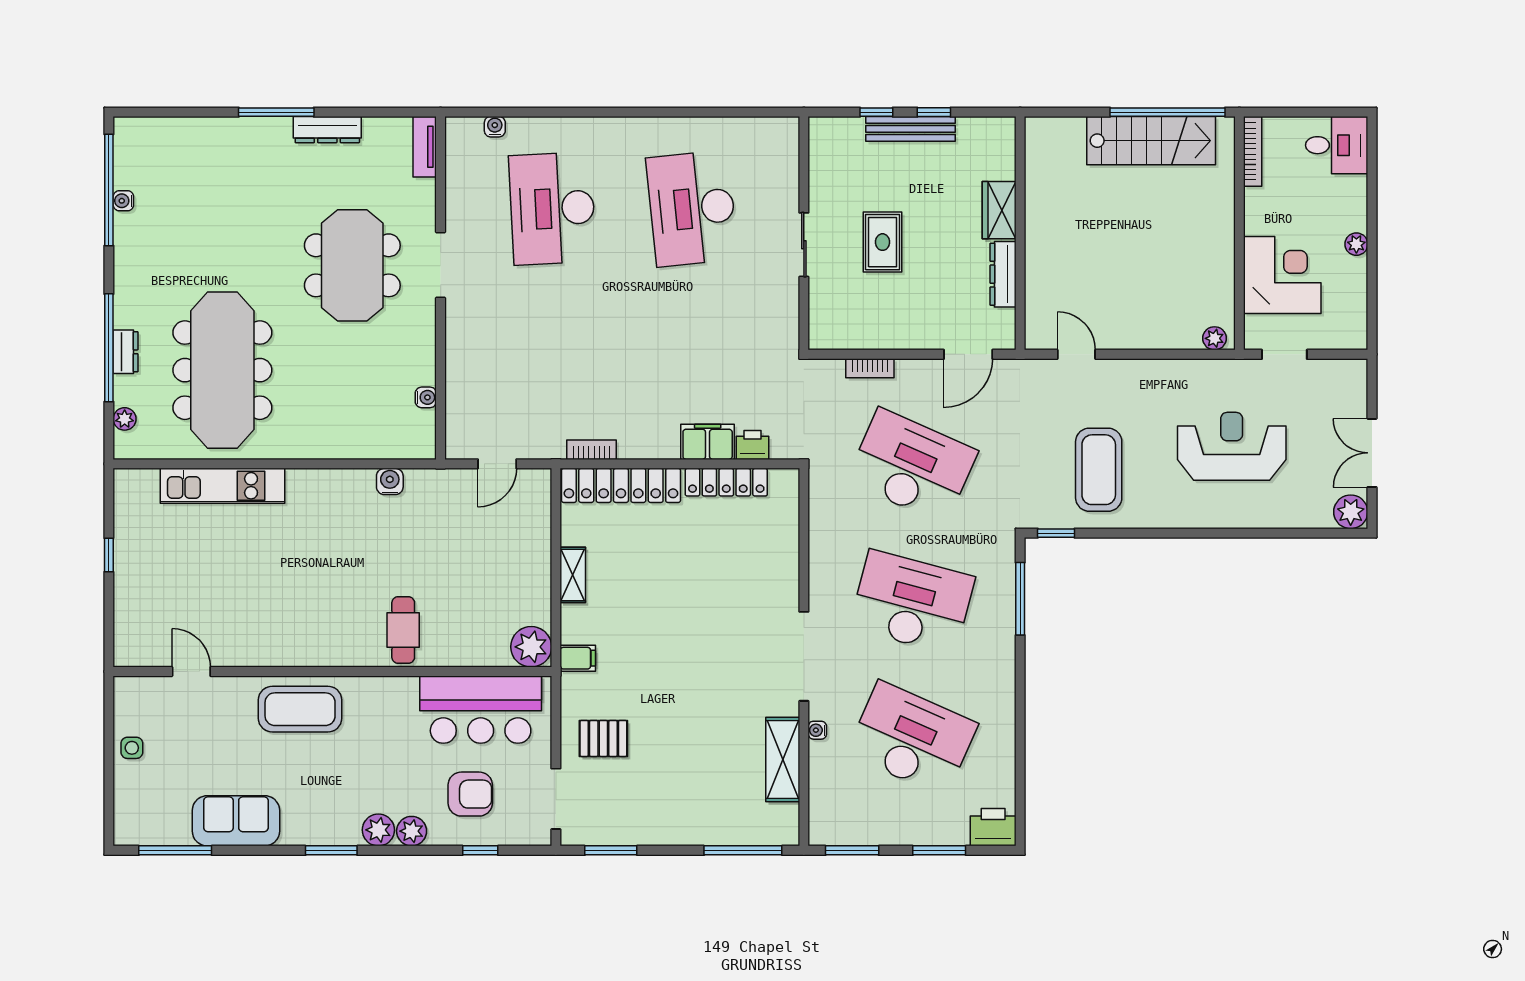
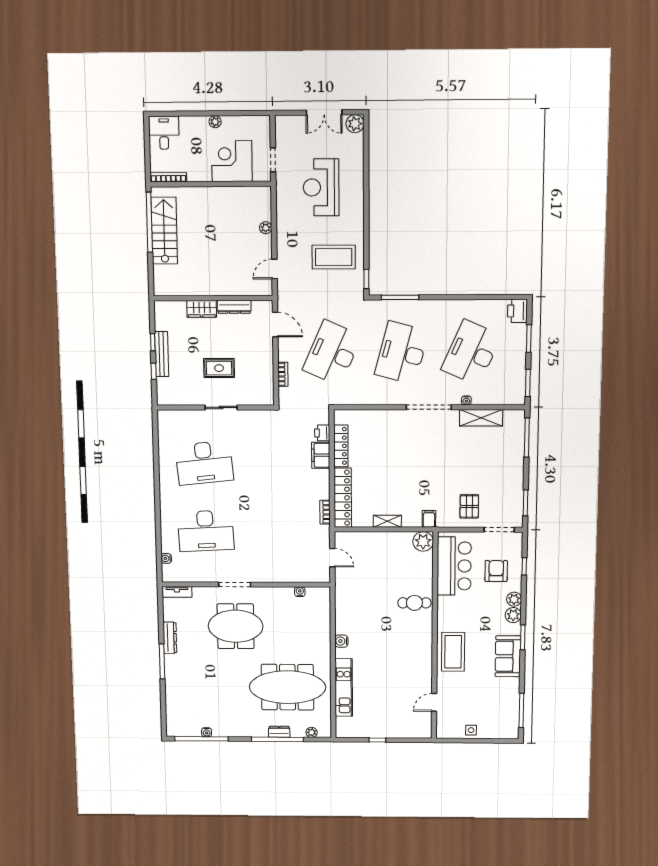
plant: (1214, 338) -> (266, 228), moved
water cooler: (390, 481) -> (341, 641), moved
sofa: (236, 821) -> (508, 656), moved

